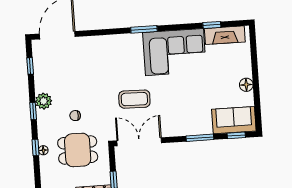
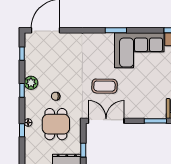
window: (36, 147) -> (22, 130), moved
dining table: (78, 150) -> (56, 124), turned 90

